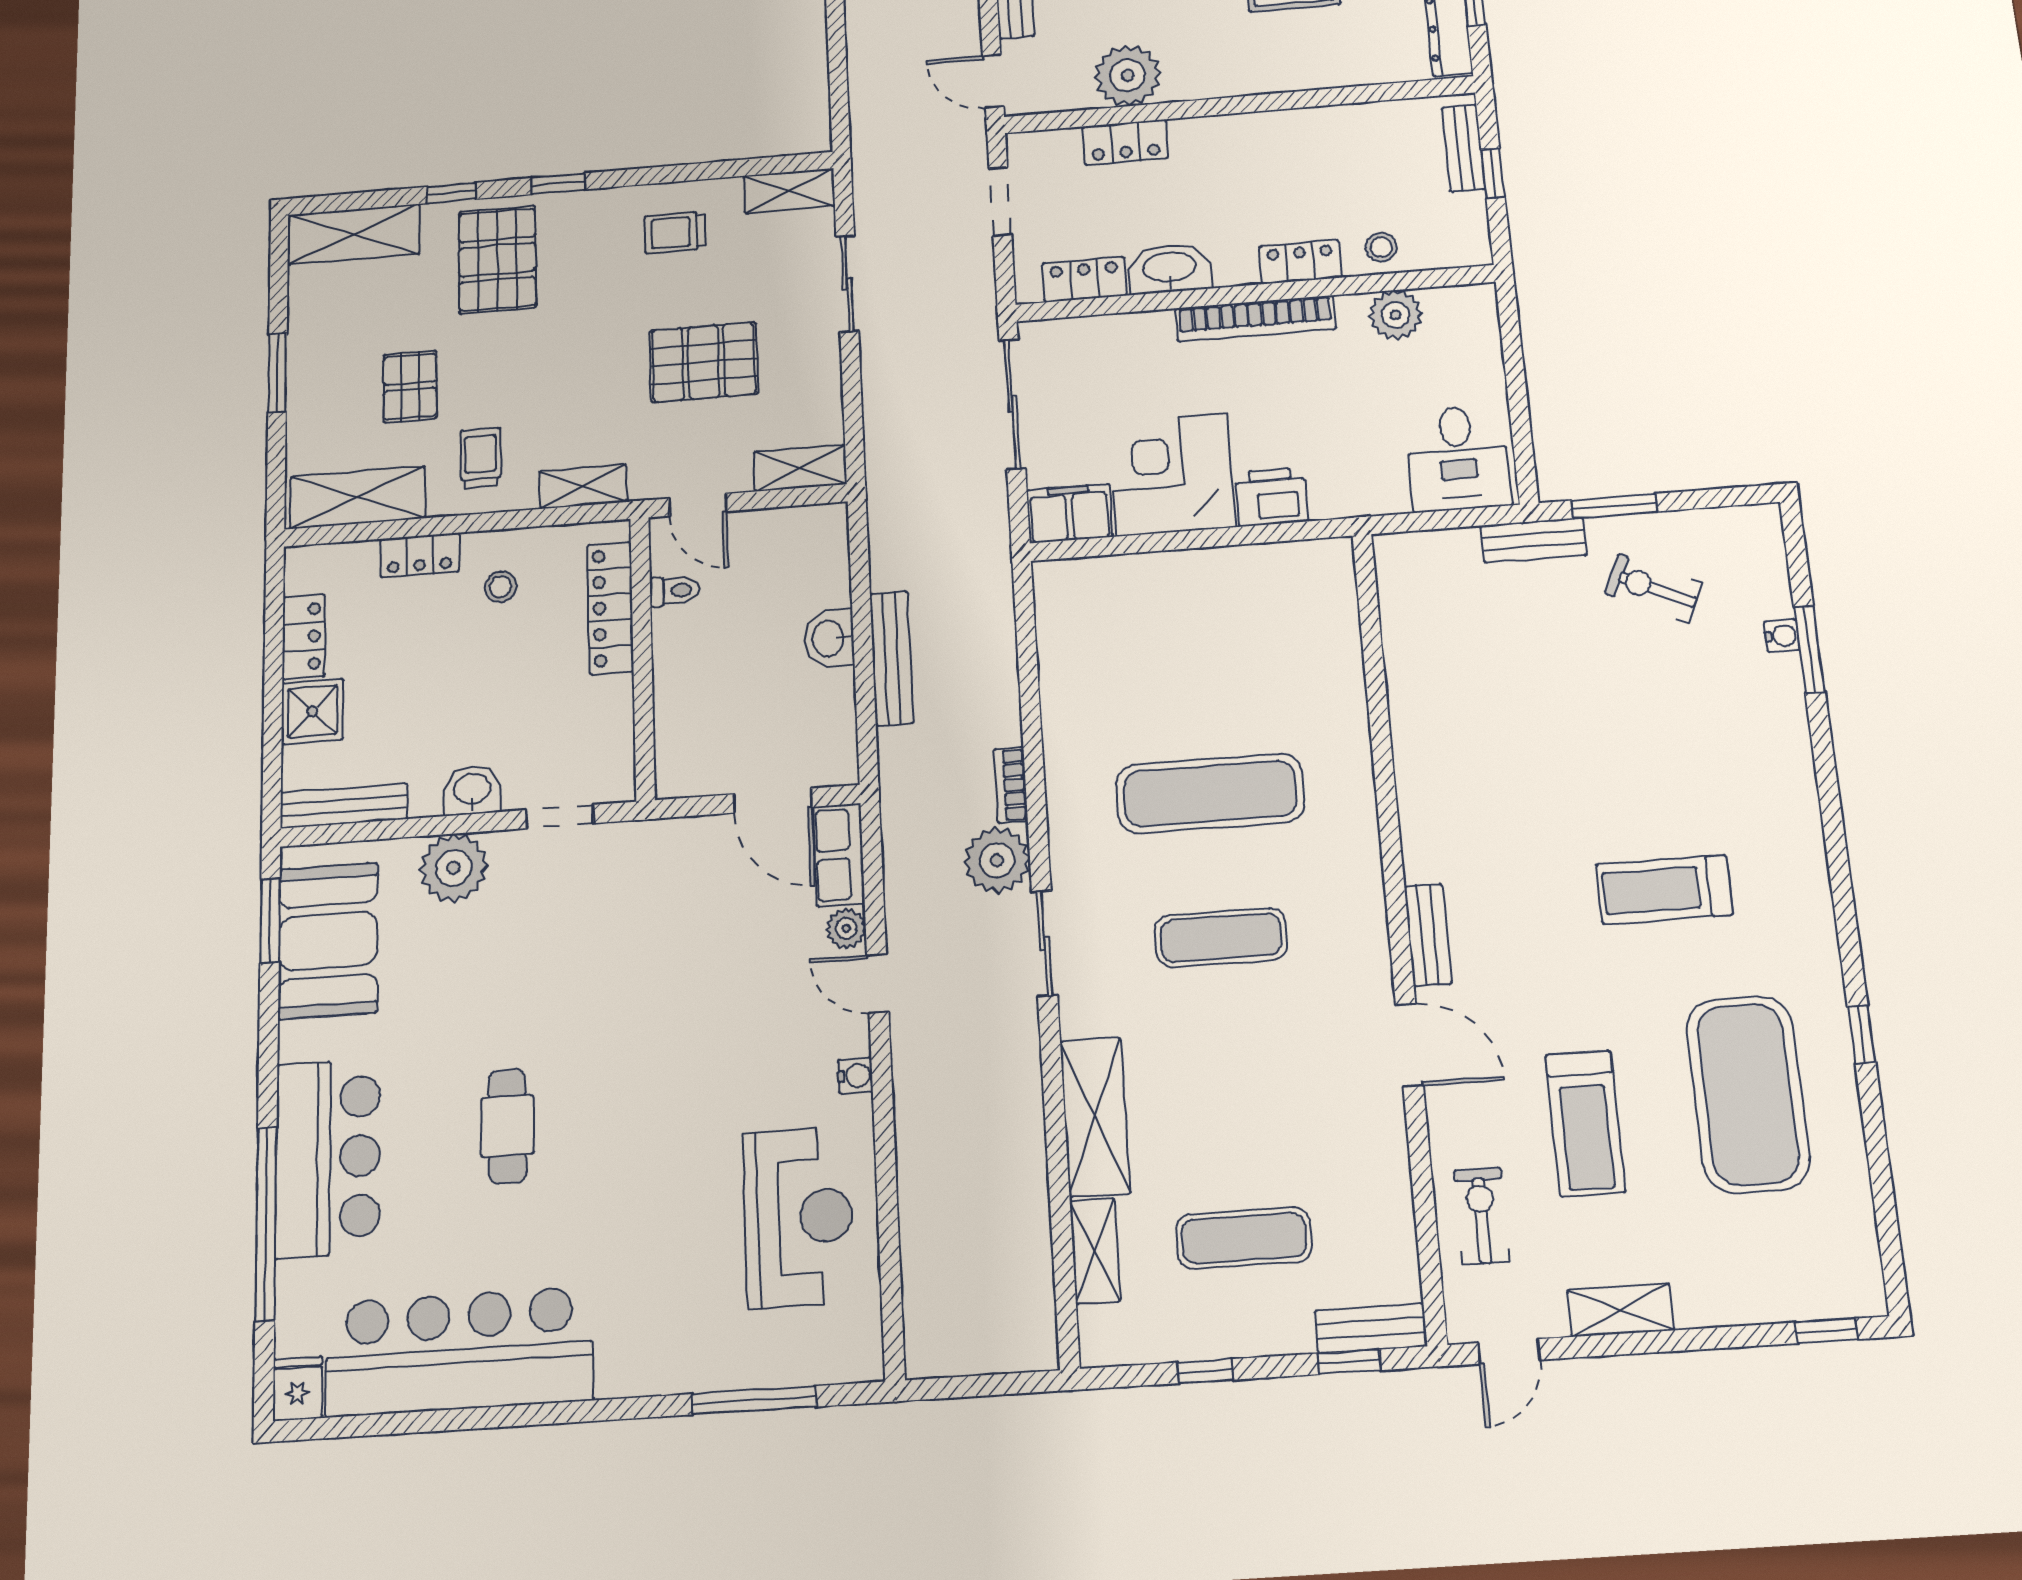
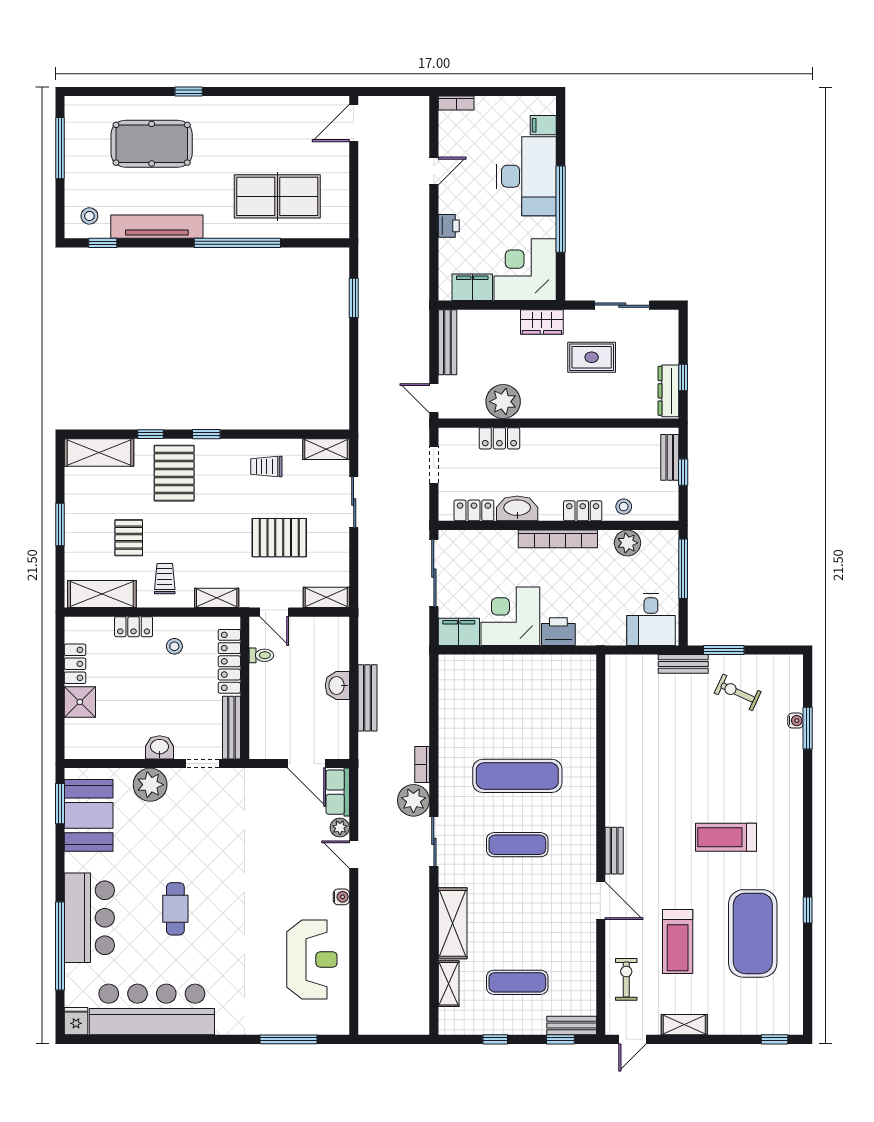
window: (1513, 355) -> (683, 569), added
bench: (344, 806) -> (231, 728), moved, turned 90

